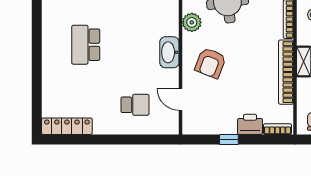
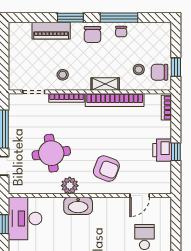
washbasin: (169, 52) -> (78, 206), moved
printer: (250, 124) -> (162, 150), moved

